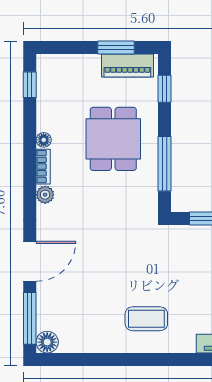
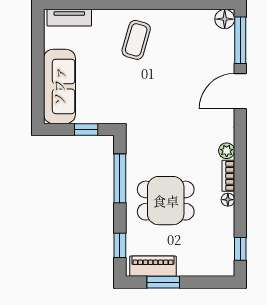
dining table: (113, 139) -> (166, 201), turned 90
coffee table: (146, 319) -> (136, 40), turned -74

